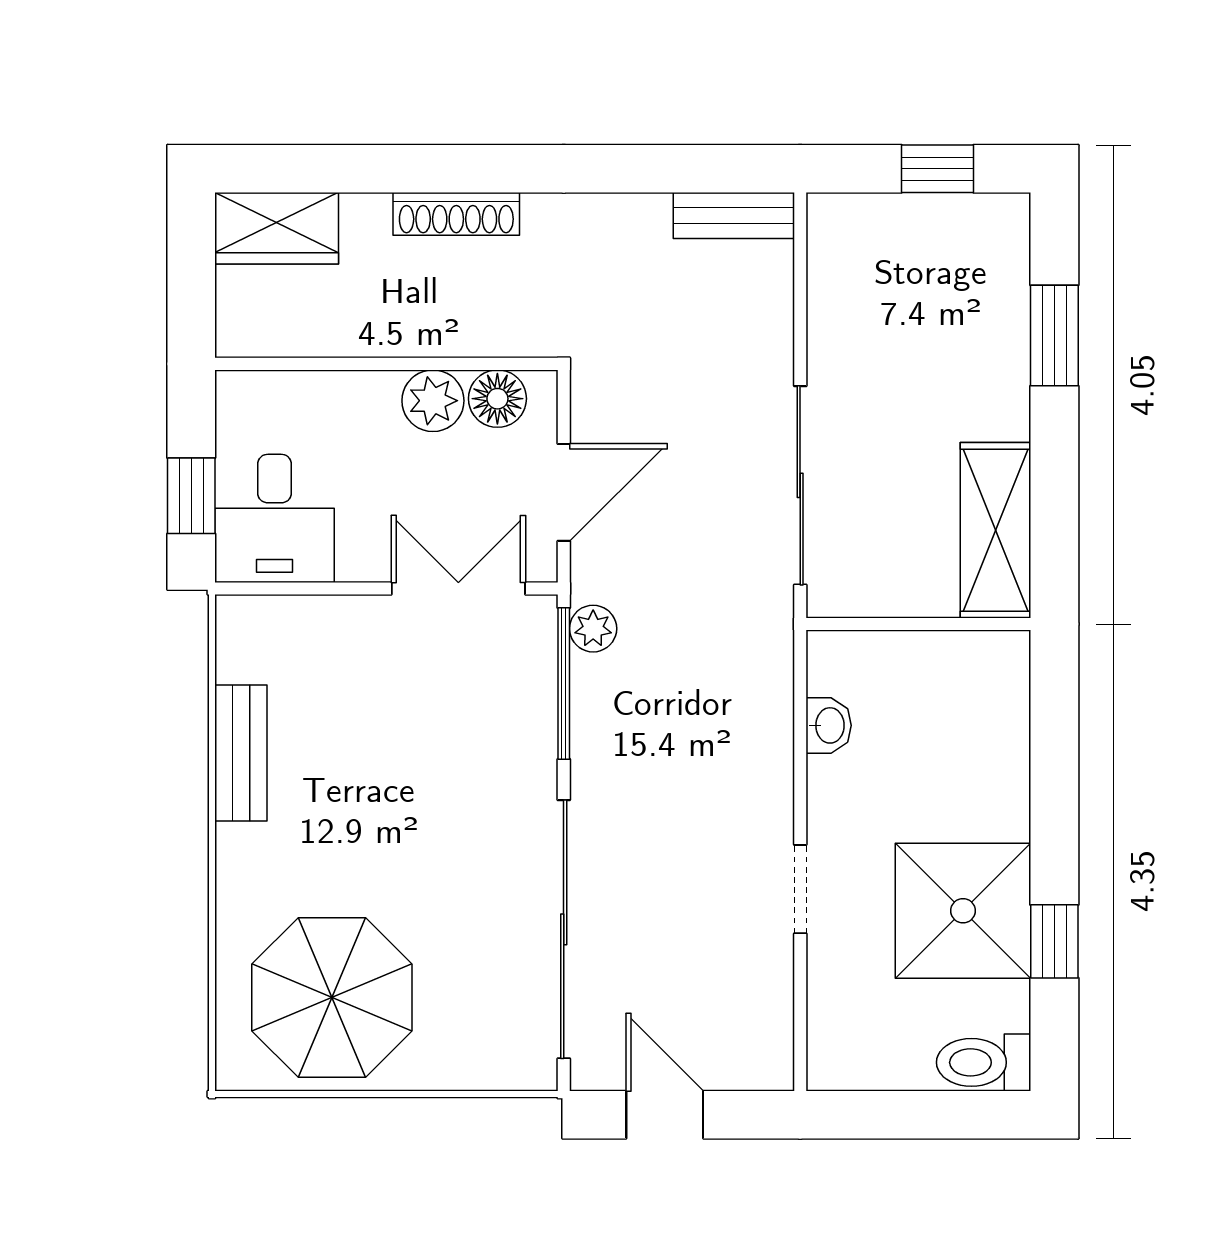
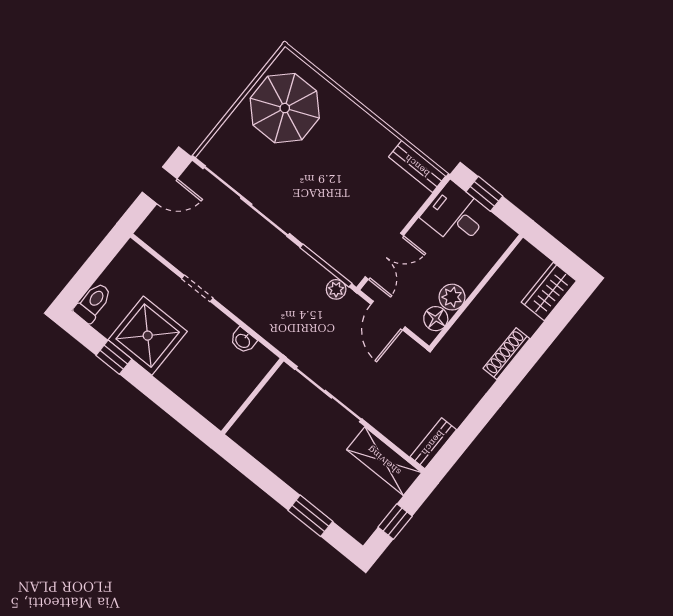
shelving: (996, 530) -> (384, 461), moved
bench: (241, 753) -> (417, 166), moved

